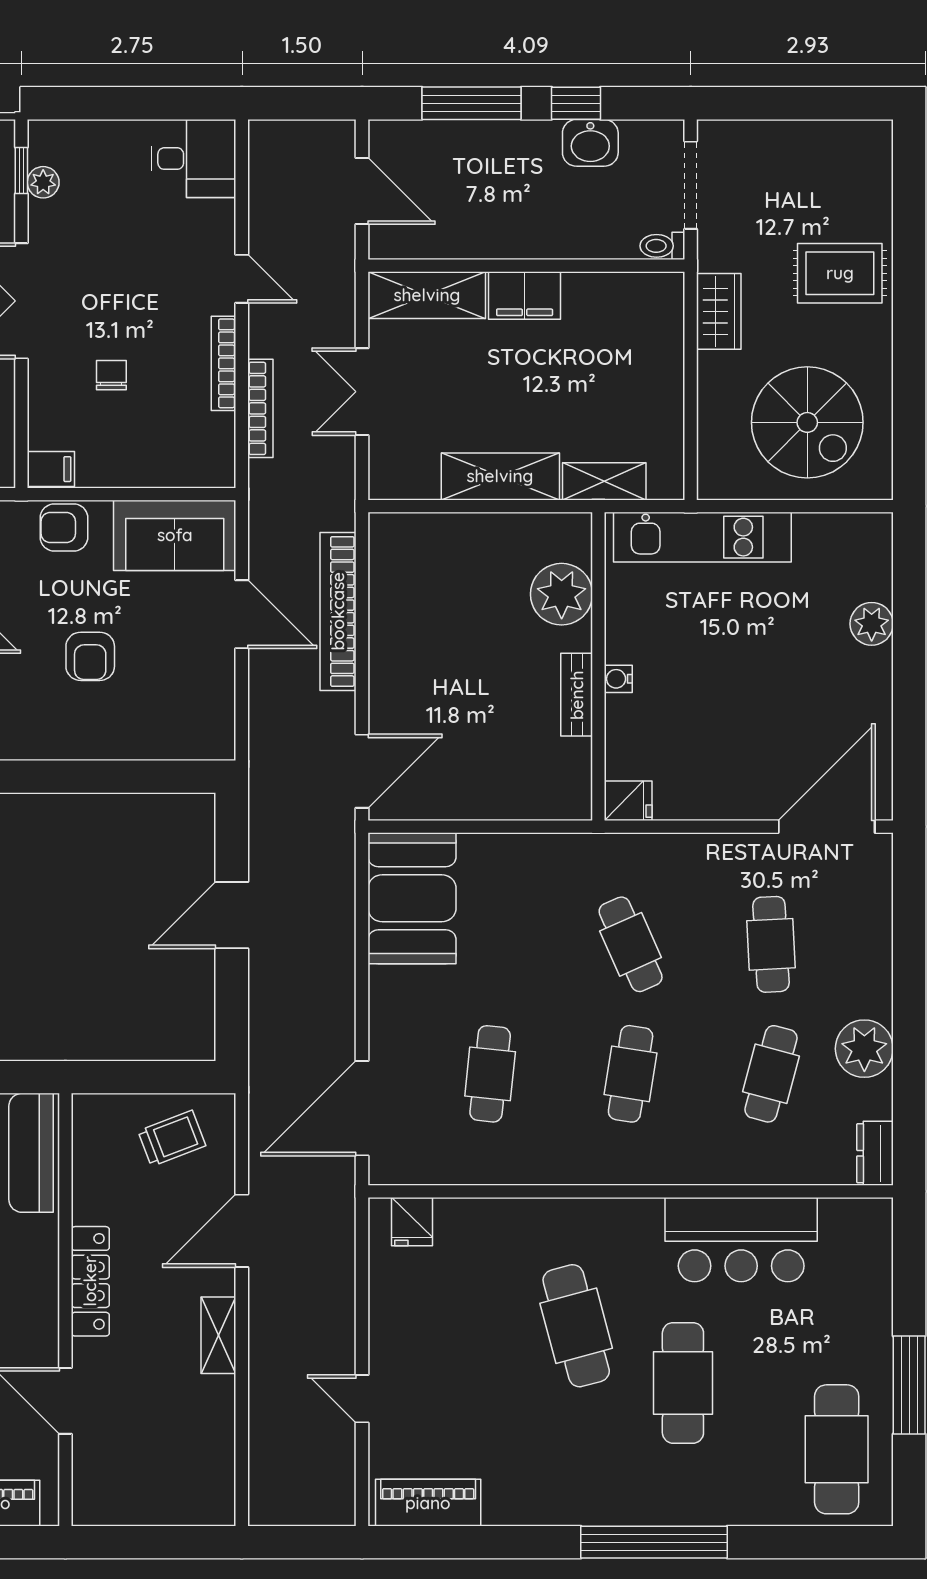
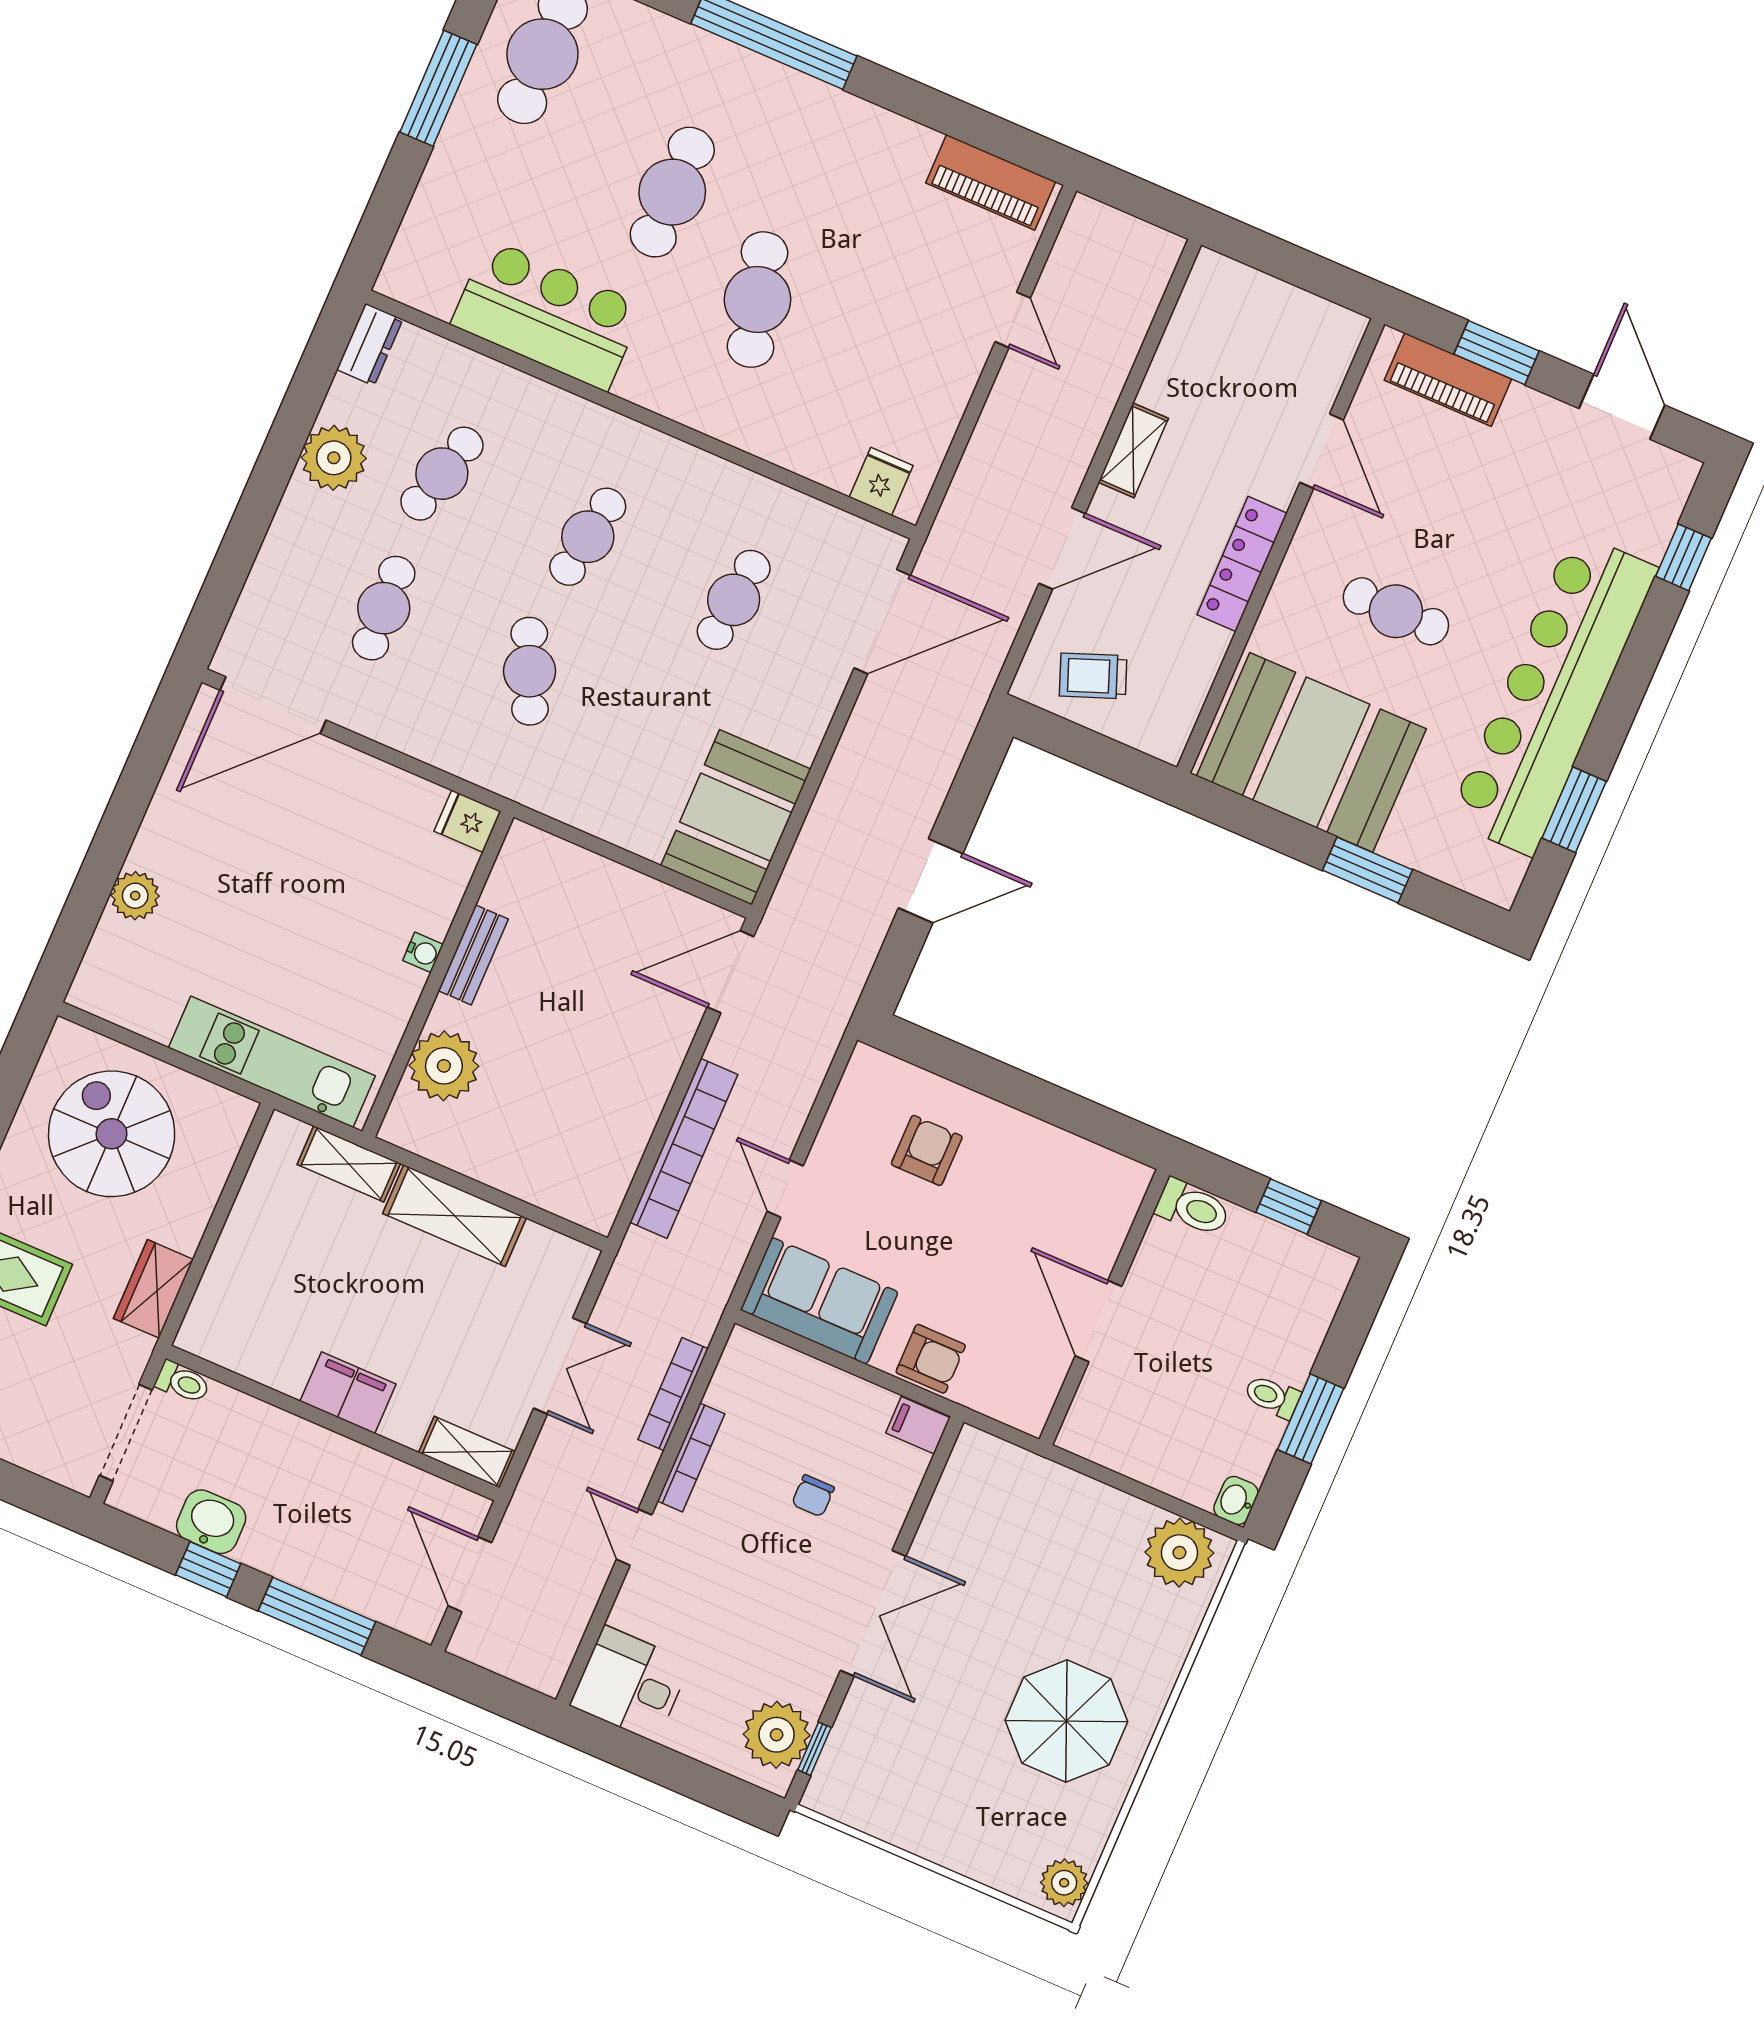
plant: (43, 182) -> (777, 1735), width x1.88, depth x1.88
shelving: (427, 295) -> (467, 1452), width x0.67, depth x0.75
door: (242, 614) -> (785, 1189), width x0.73
armchair: (90, 656) -> (927, 1150), moved

